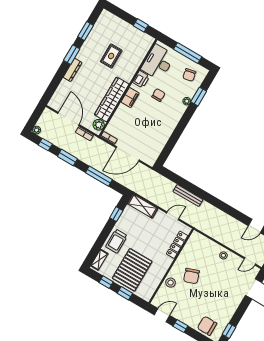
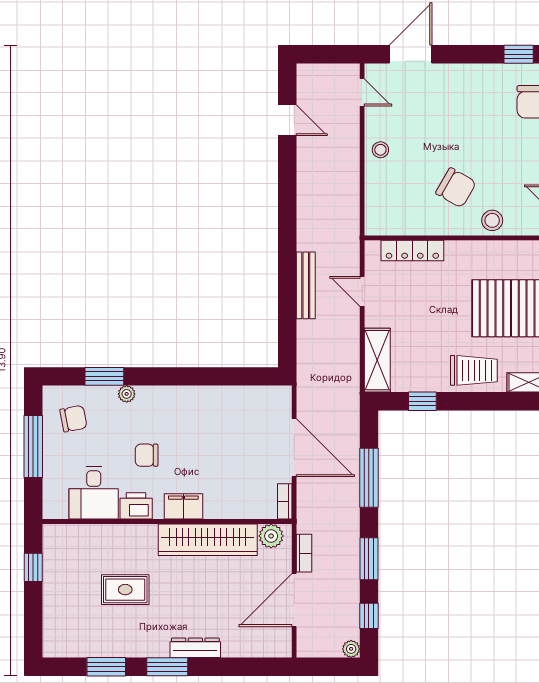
desk: (158, 62) -> (94, 493), width x0.73
chair: (191, 276) -> (456, 188), turned 49

